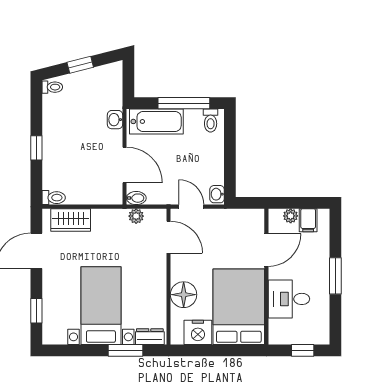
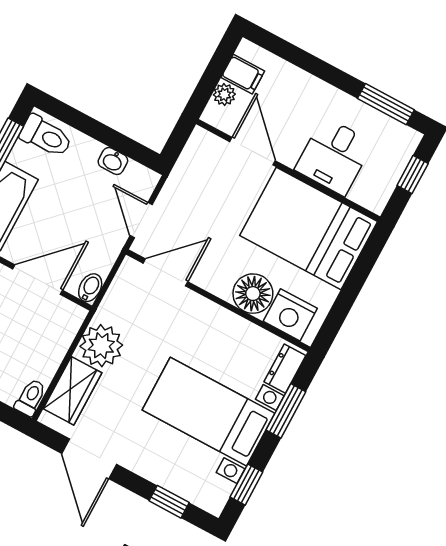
toilet: (211, 120) -> (46, 136), width x1.37, depth x1.39
washbasin: (217, 194) -> (113, 161), moved
door: (191, 207) -> (141, 220), hinge flipped
plant: (136, 216) -> (101, 346), moved, width x1.88, depth x1.88
window: (335, 276) -> (386, 104), moved
nightstand: (198, 332) -> (290, 315), moved, turned 90
window: (70, 350) -> (246, 485), added

